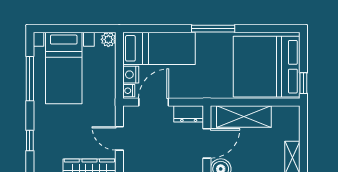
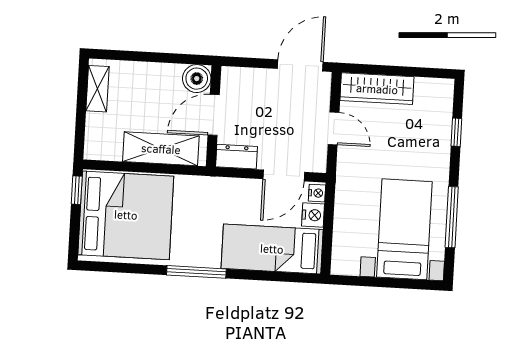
plant: (108, 39) -> (341, 265), removed

